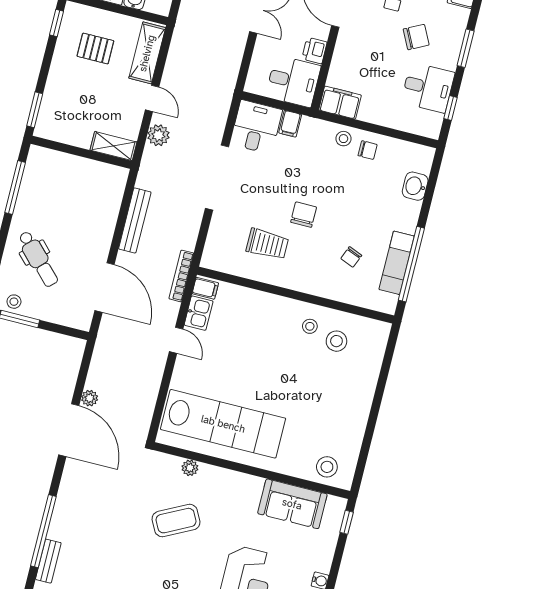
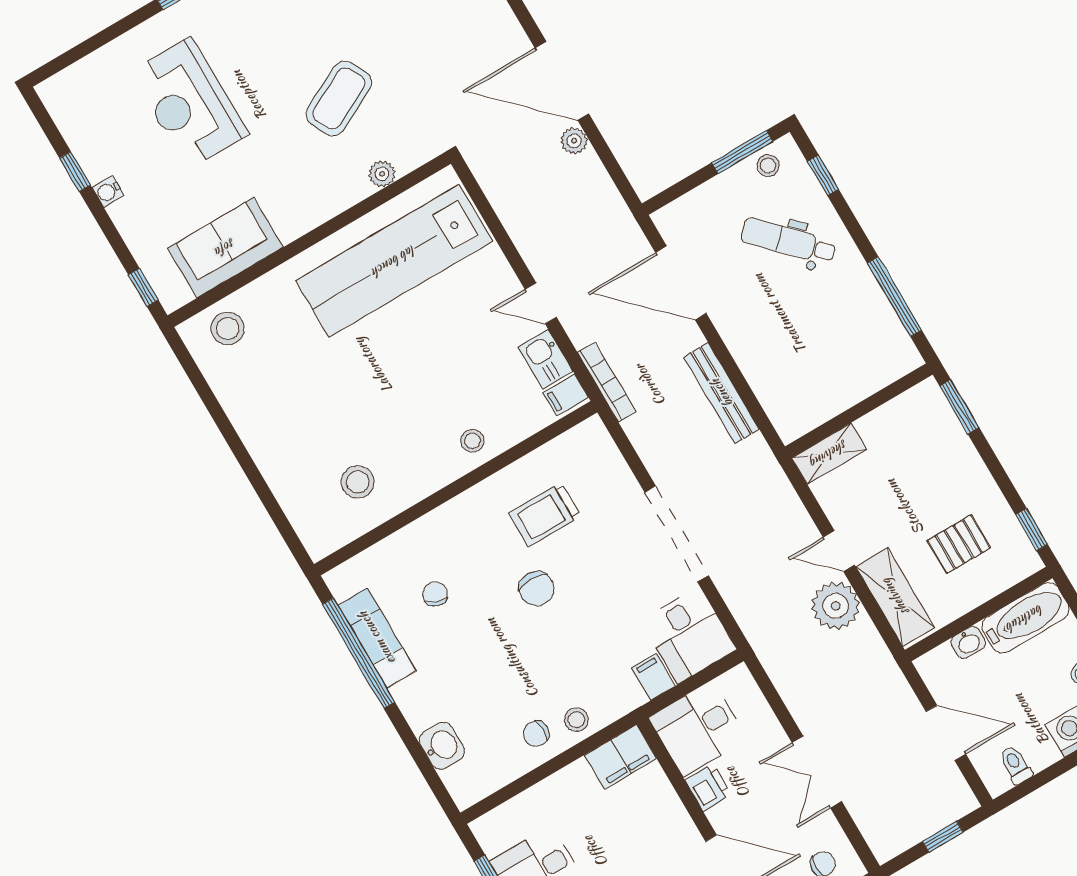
plant: (158, 135) -> (836, 606), moved, width x1.36, depth x1.36
stool: (310, 326) -> (472, 441), moved

